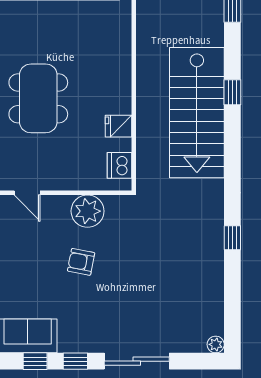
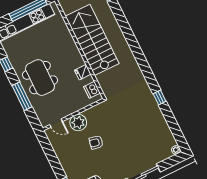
window: (232, 92) -> (127, 31), removed
stairs: (197, 113) -> (92, 40), moved, turned 180
plant: (88, 211) -> (78, 123), moved

